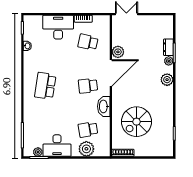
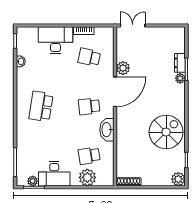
plant: (167, 80) -> (178, 179), moved
spiral stairs: (136, 122) -> (166, 132), moved, turned 180

